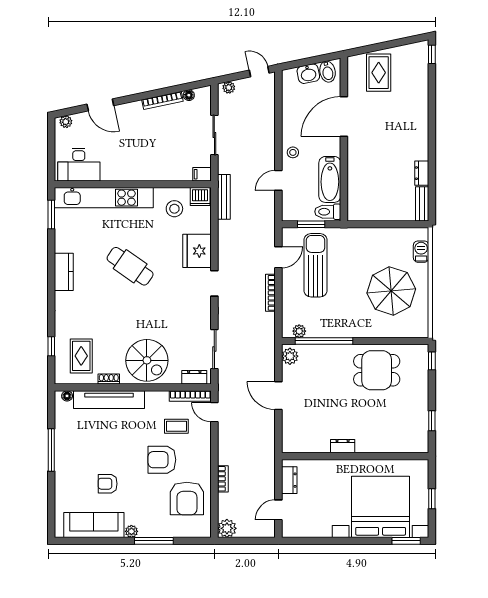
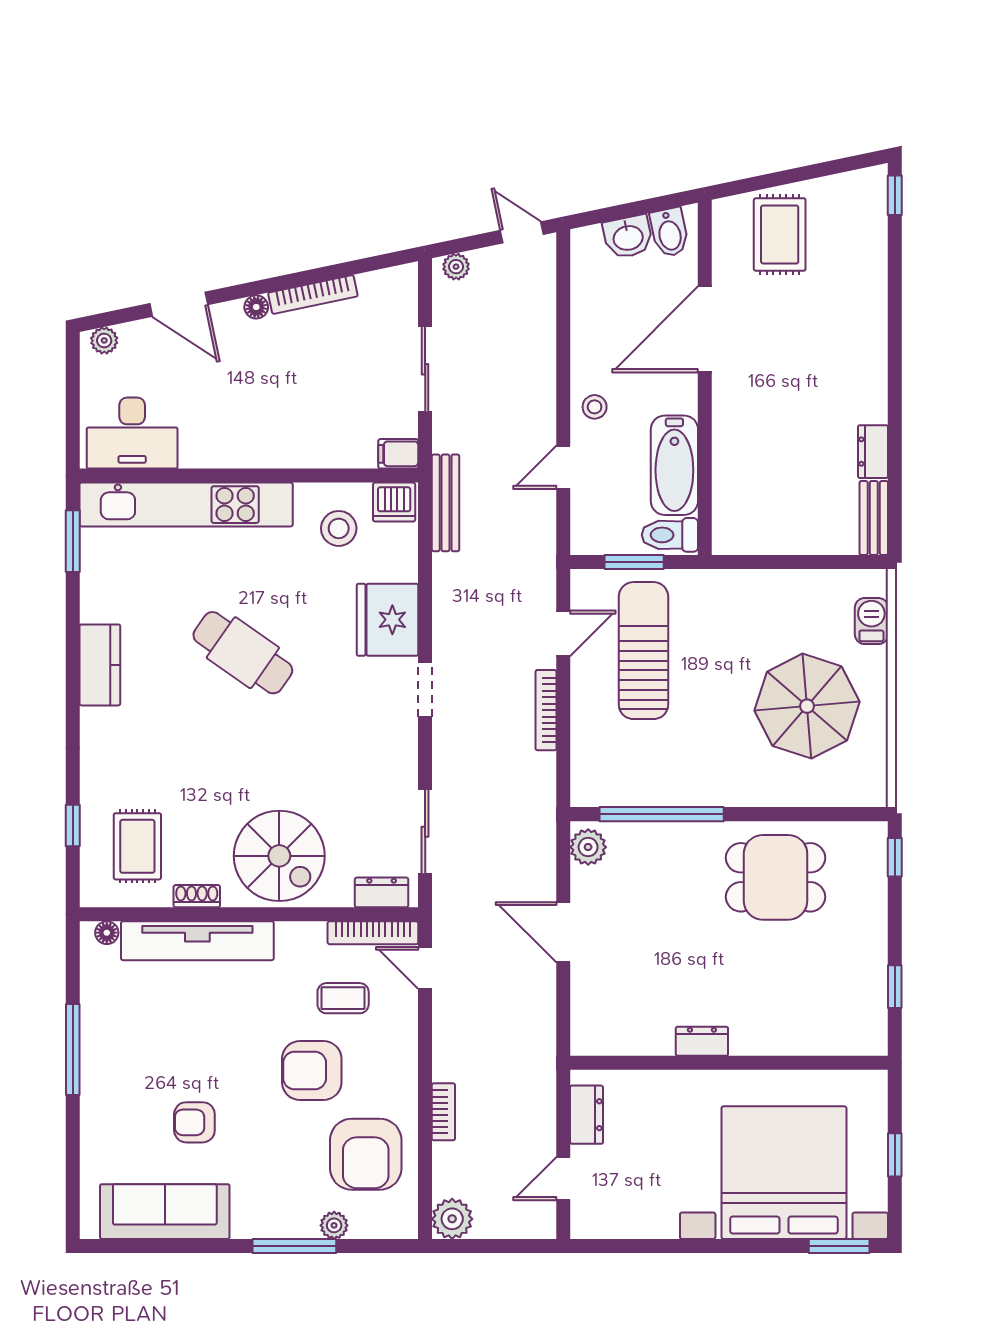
floor lamp: (189, 95) -> (256, 307), moved
plant: (299, 331) -> (608, 793), removed
plant: (131, 531) -> (334, 1225), moved

